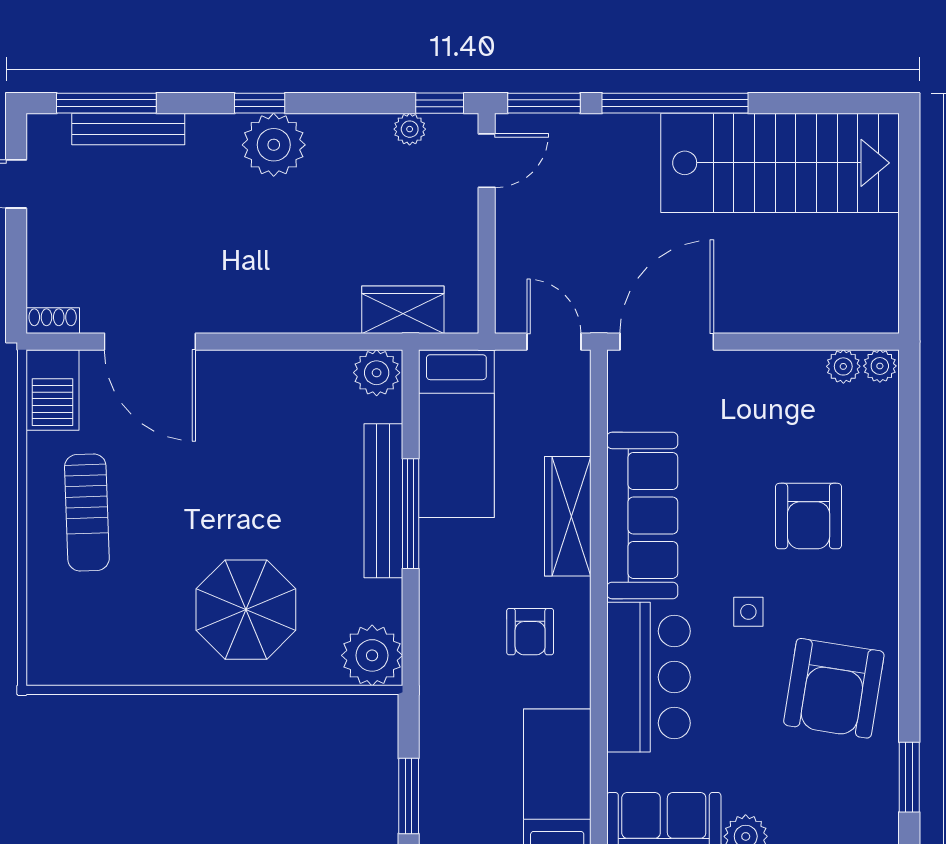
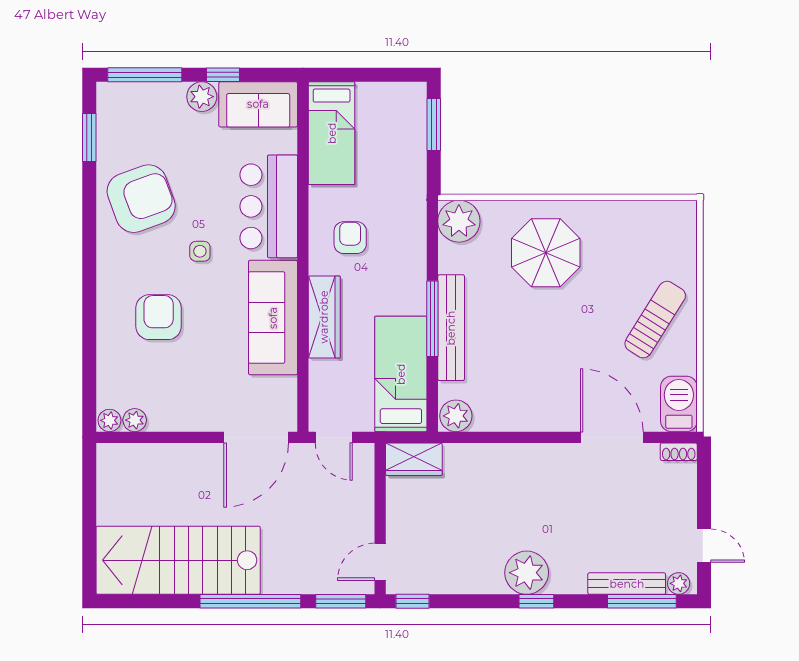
plant: (410, 129) -> (679, 583), moved
wardrobe: (403, 310) -> (414, 459), moved
sun lounger: (87, 513) -> (655, 320), turned 34
armchair: (834, 688) -> (141, 199), turned 61

